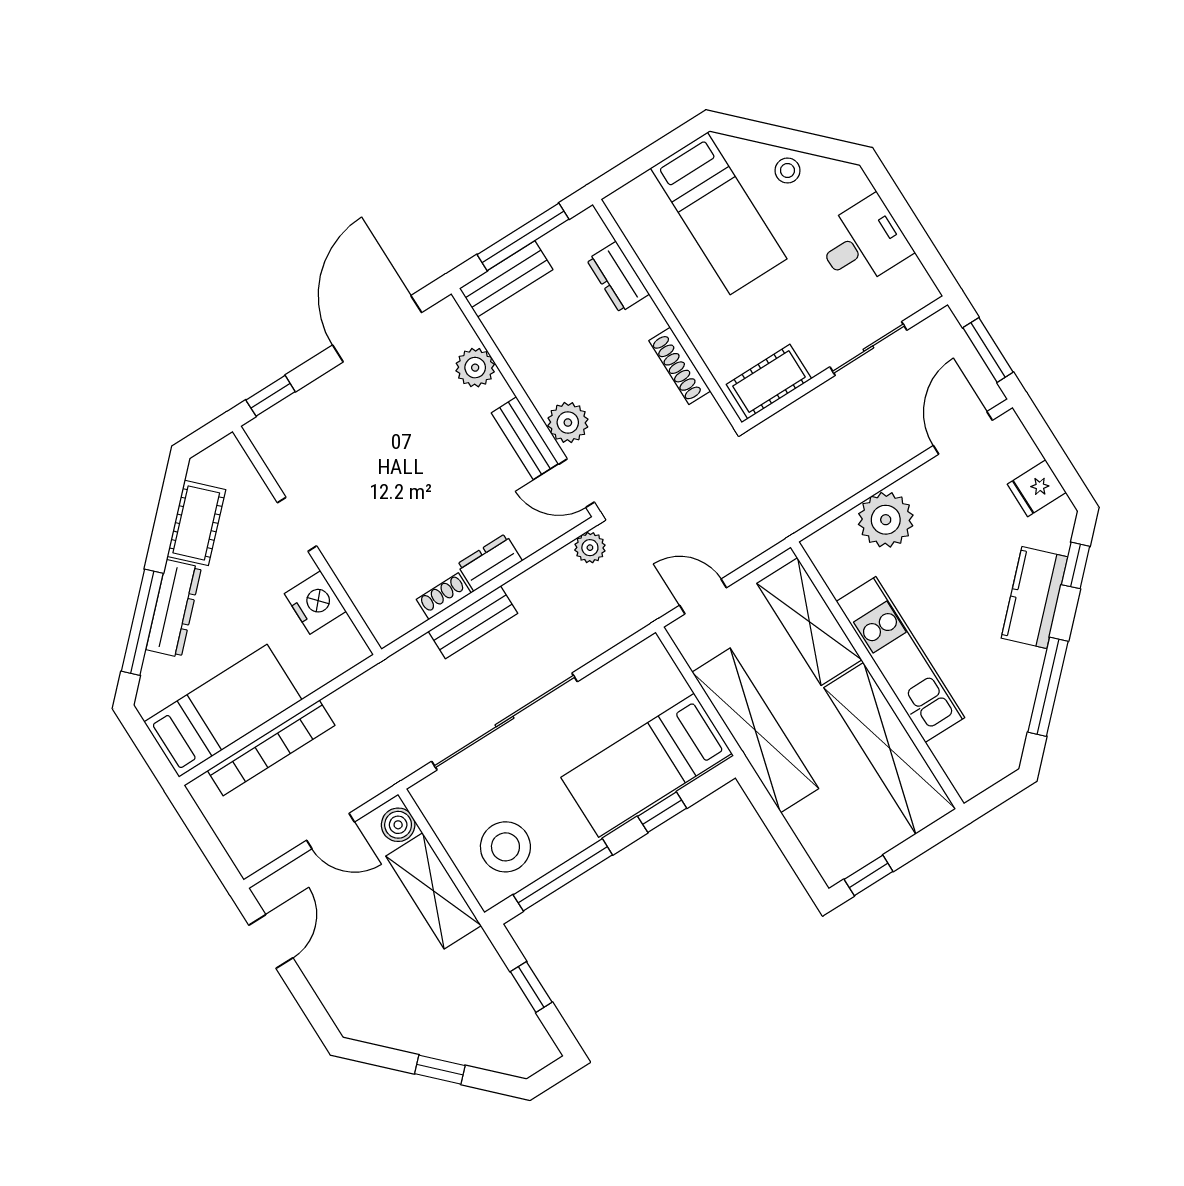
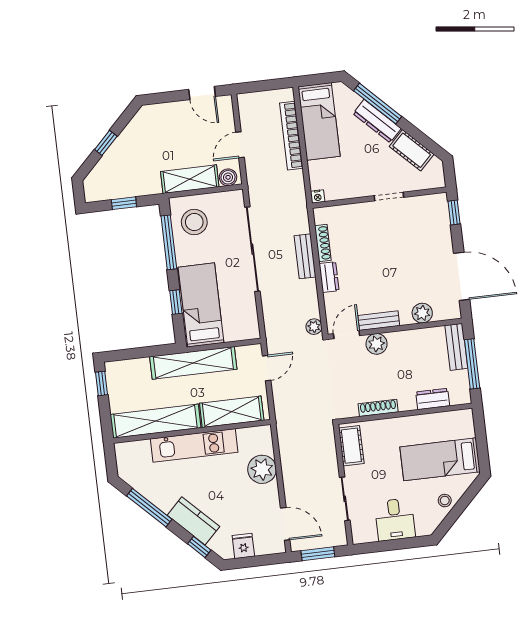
shoe rack: (444, 596) -> (323, 243), width x1.43
nightstand: (315, 603) -> (318, 196), moved, width x0.53, depth x0.56

